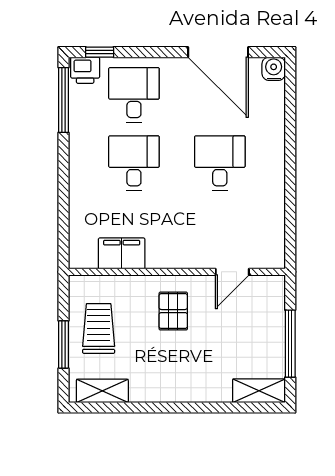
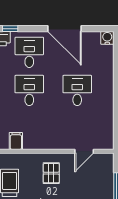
door: (218, 52) -> (65, 29), moved
filing cabinet: (122, 253) -> (16, 141), width x0.50

